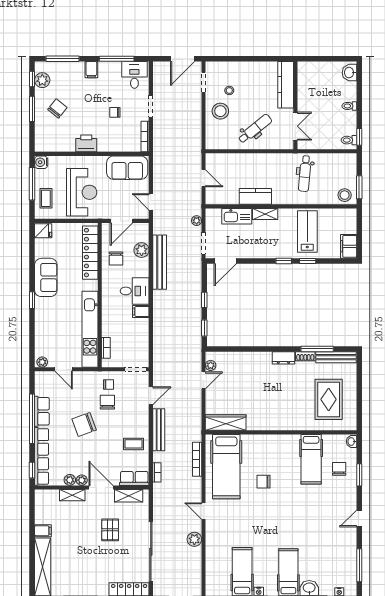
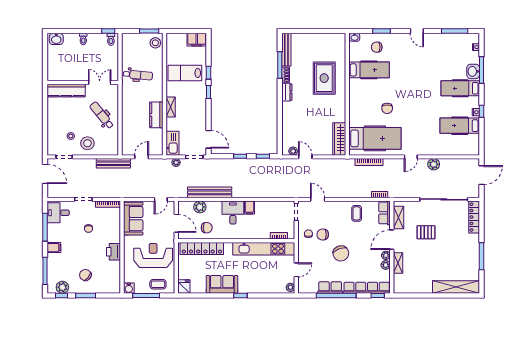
kitchen sink: (237, 216) -> (172, 143), moved
rug: (329, 399) -> (324, 78), moved, turned 90
bench: (159, 430) -> (113, 163), moved
filing cabinet: (43, 531) -> (427, 287), removed

